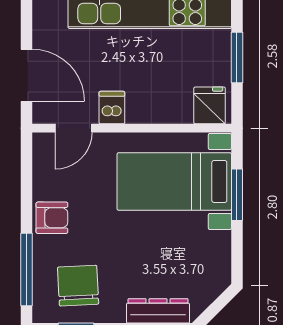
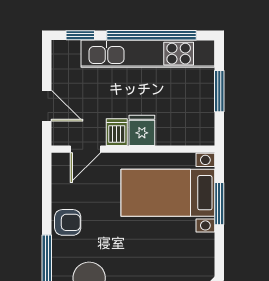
door: (26, 75) -> (47, 106), width x0.73
fridge: (210, 105) -> (142, 130), moved

